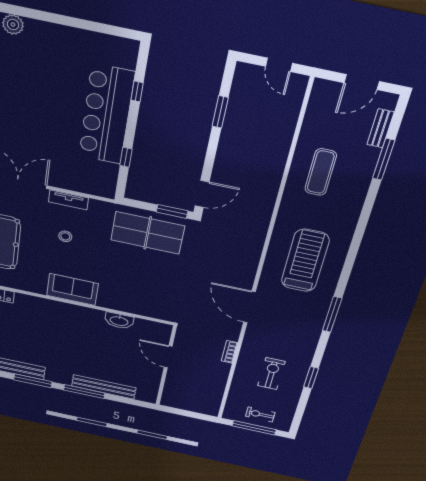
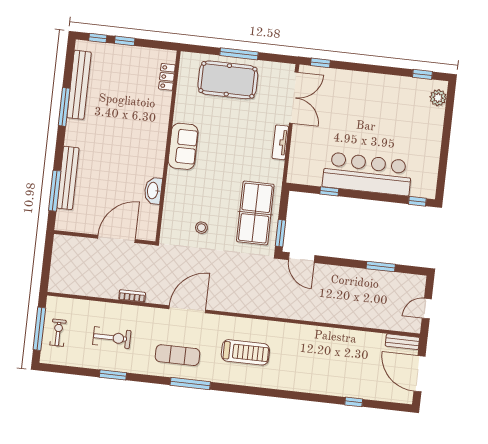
door: (362, 82) -> (419, 374), width x1.36
window: (137, 91) -> (417, 201), moved
bench: (380, 128) -> (402, 342), moved
window: (384, 159) -> (354, 402), width x0.46
exercise mat: (321, 172) -> (178, 355), moved
stool: (65, 236) -> (201, 228), moved
treadmill: (305, 261) -> (245, 352), width x0.73, depth x0.73
door: (168, 357) -> (117, 239), width x1.36
window: (84, 392) -> (55, 191), moved

